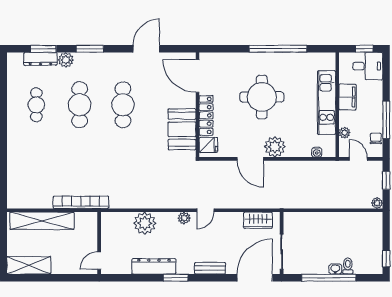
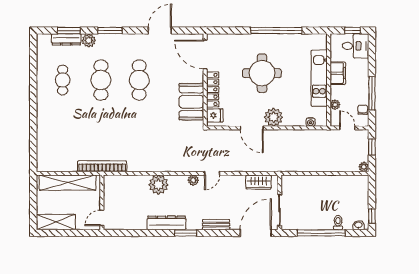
wall: (99, 243) -> (102, 202), moved
door: (99, 261) -> (102, 218), moved
washbasin: (335, 269) -> (358, 225), moved

